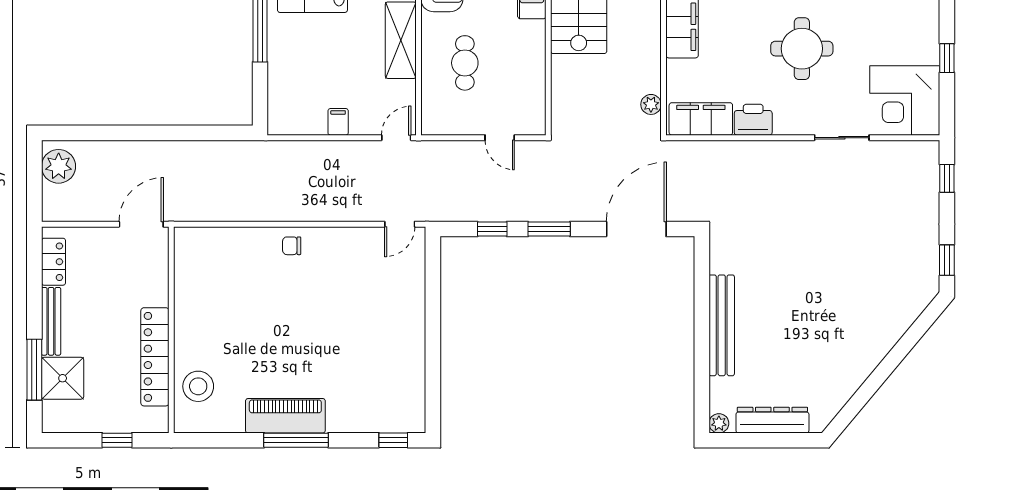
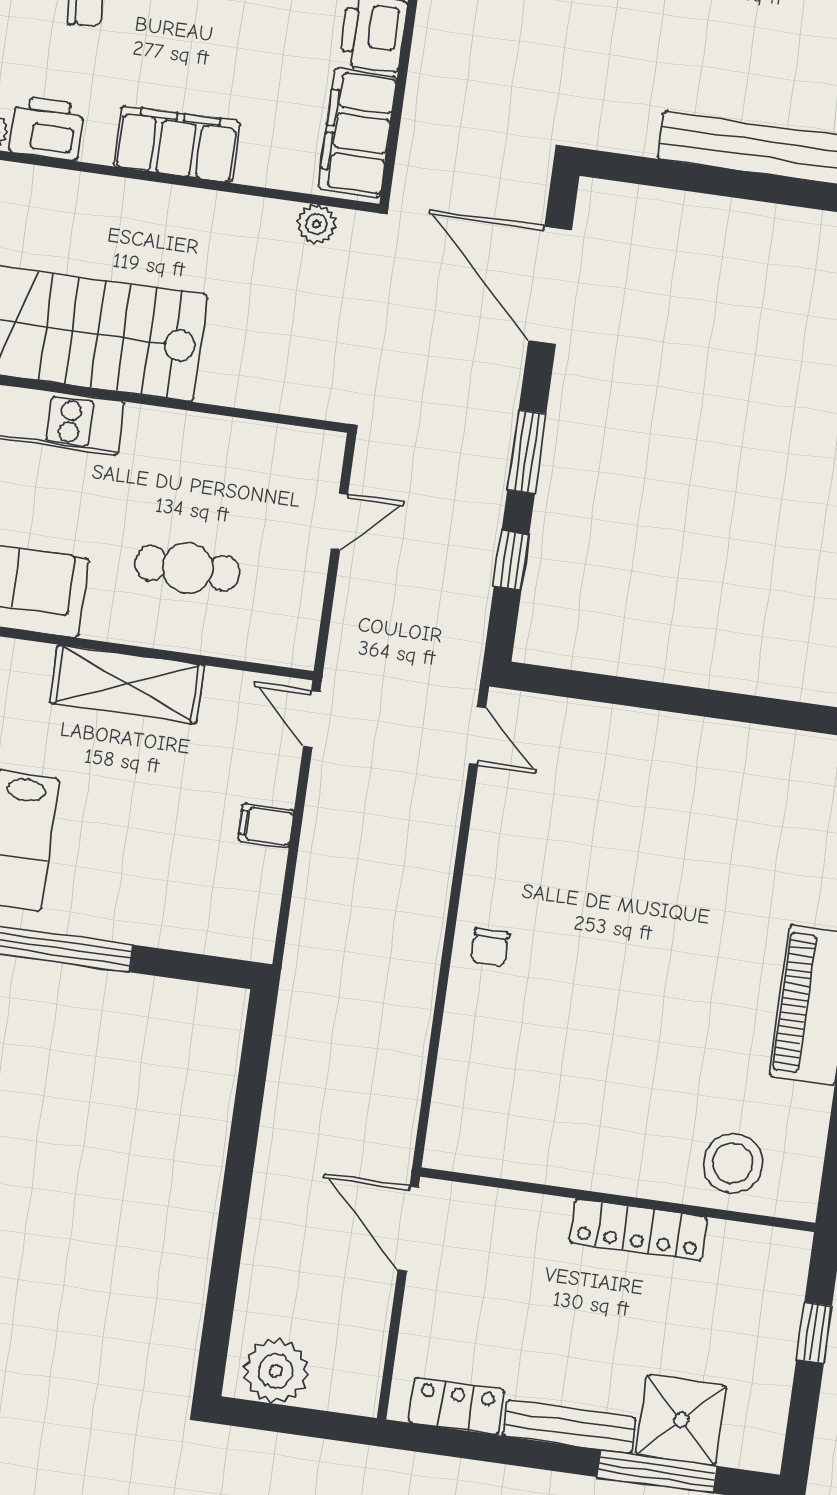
locker: (155, 357) -> (638, 1230), width x0.71, depth x0.83

